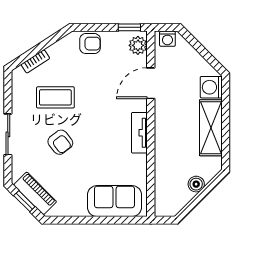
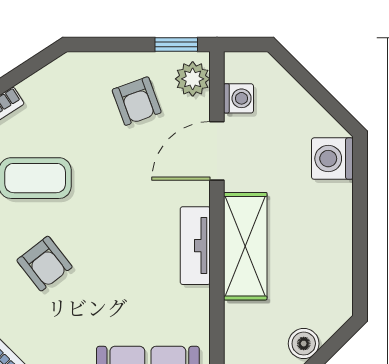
washing machine: (167, 39) -> (239, 98), moved, turned -90
armchair: (90, 44) -> (137, 101), moved, turned 70
shelving: (211, 128) -> (245, 246), moved

